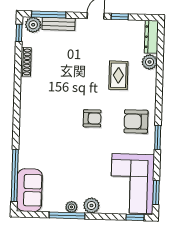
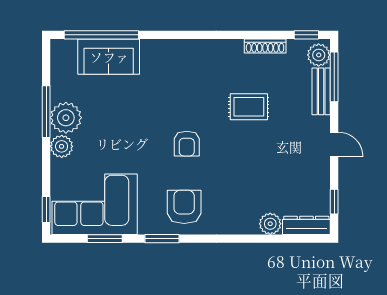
window: (120, 17) -> (334, 202), moved
rug: (118, 75) -> (249, 107), moved
sofa: (29, 190) -> (109, 57), moved
window: (156, 193) -> (105, 239), moved
plant: (71, 207) -> (66, 118), width x1.88, depth x1.88

